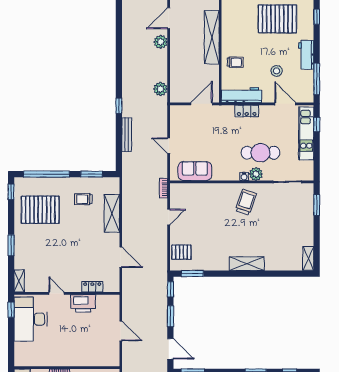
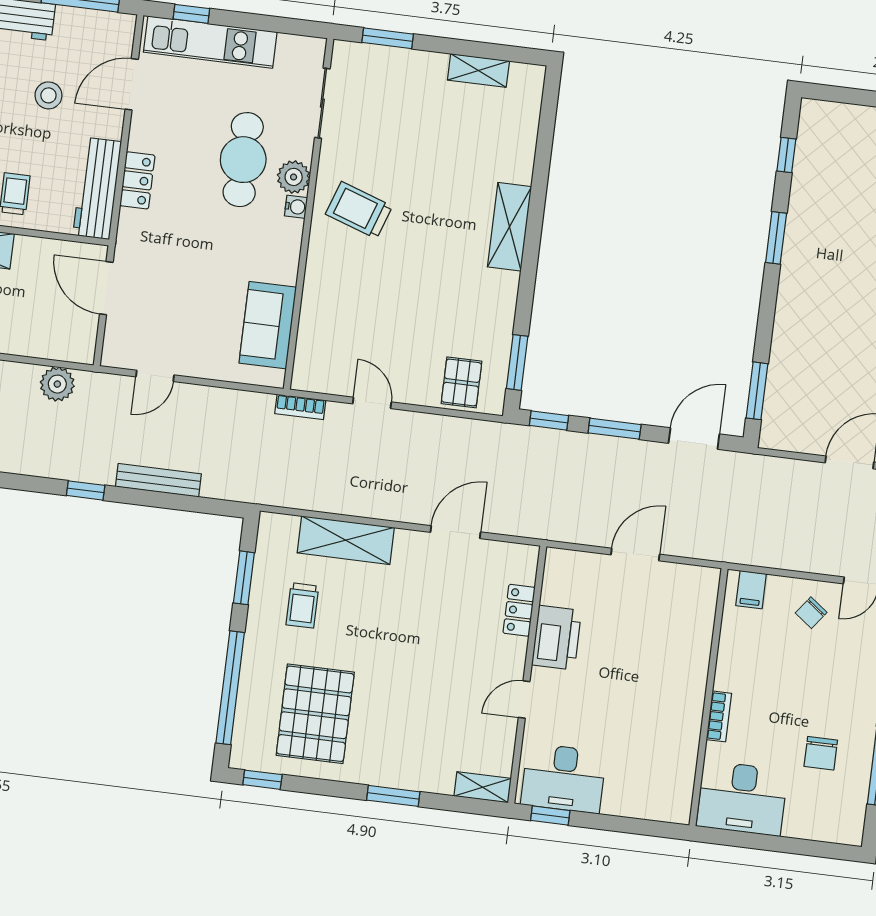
door: (169, 146) -> (155, 376), moved
shelving: (308, 259) -> (478, 70), moved
desk: (31, 319) -> (563, 778), width x0.73, depth x0.77

